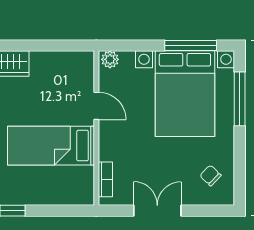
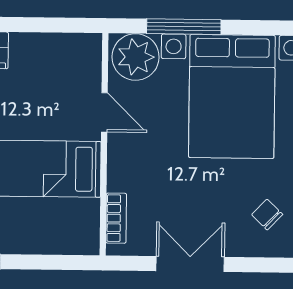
window: (191, 46) -> (184, 27), moved
plant: (110, 59) -> (136, 57), width x1.87, depth x1.87

